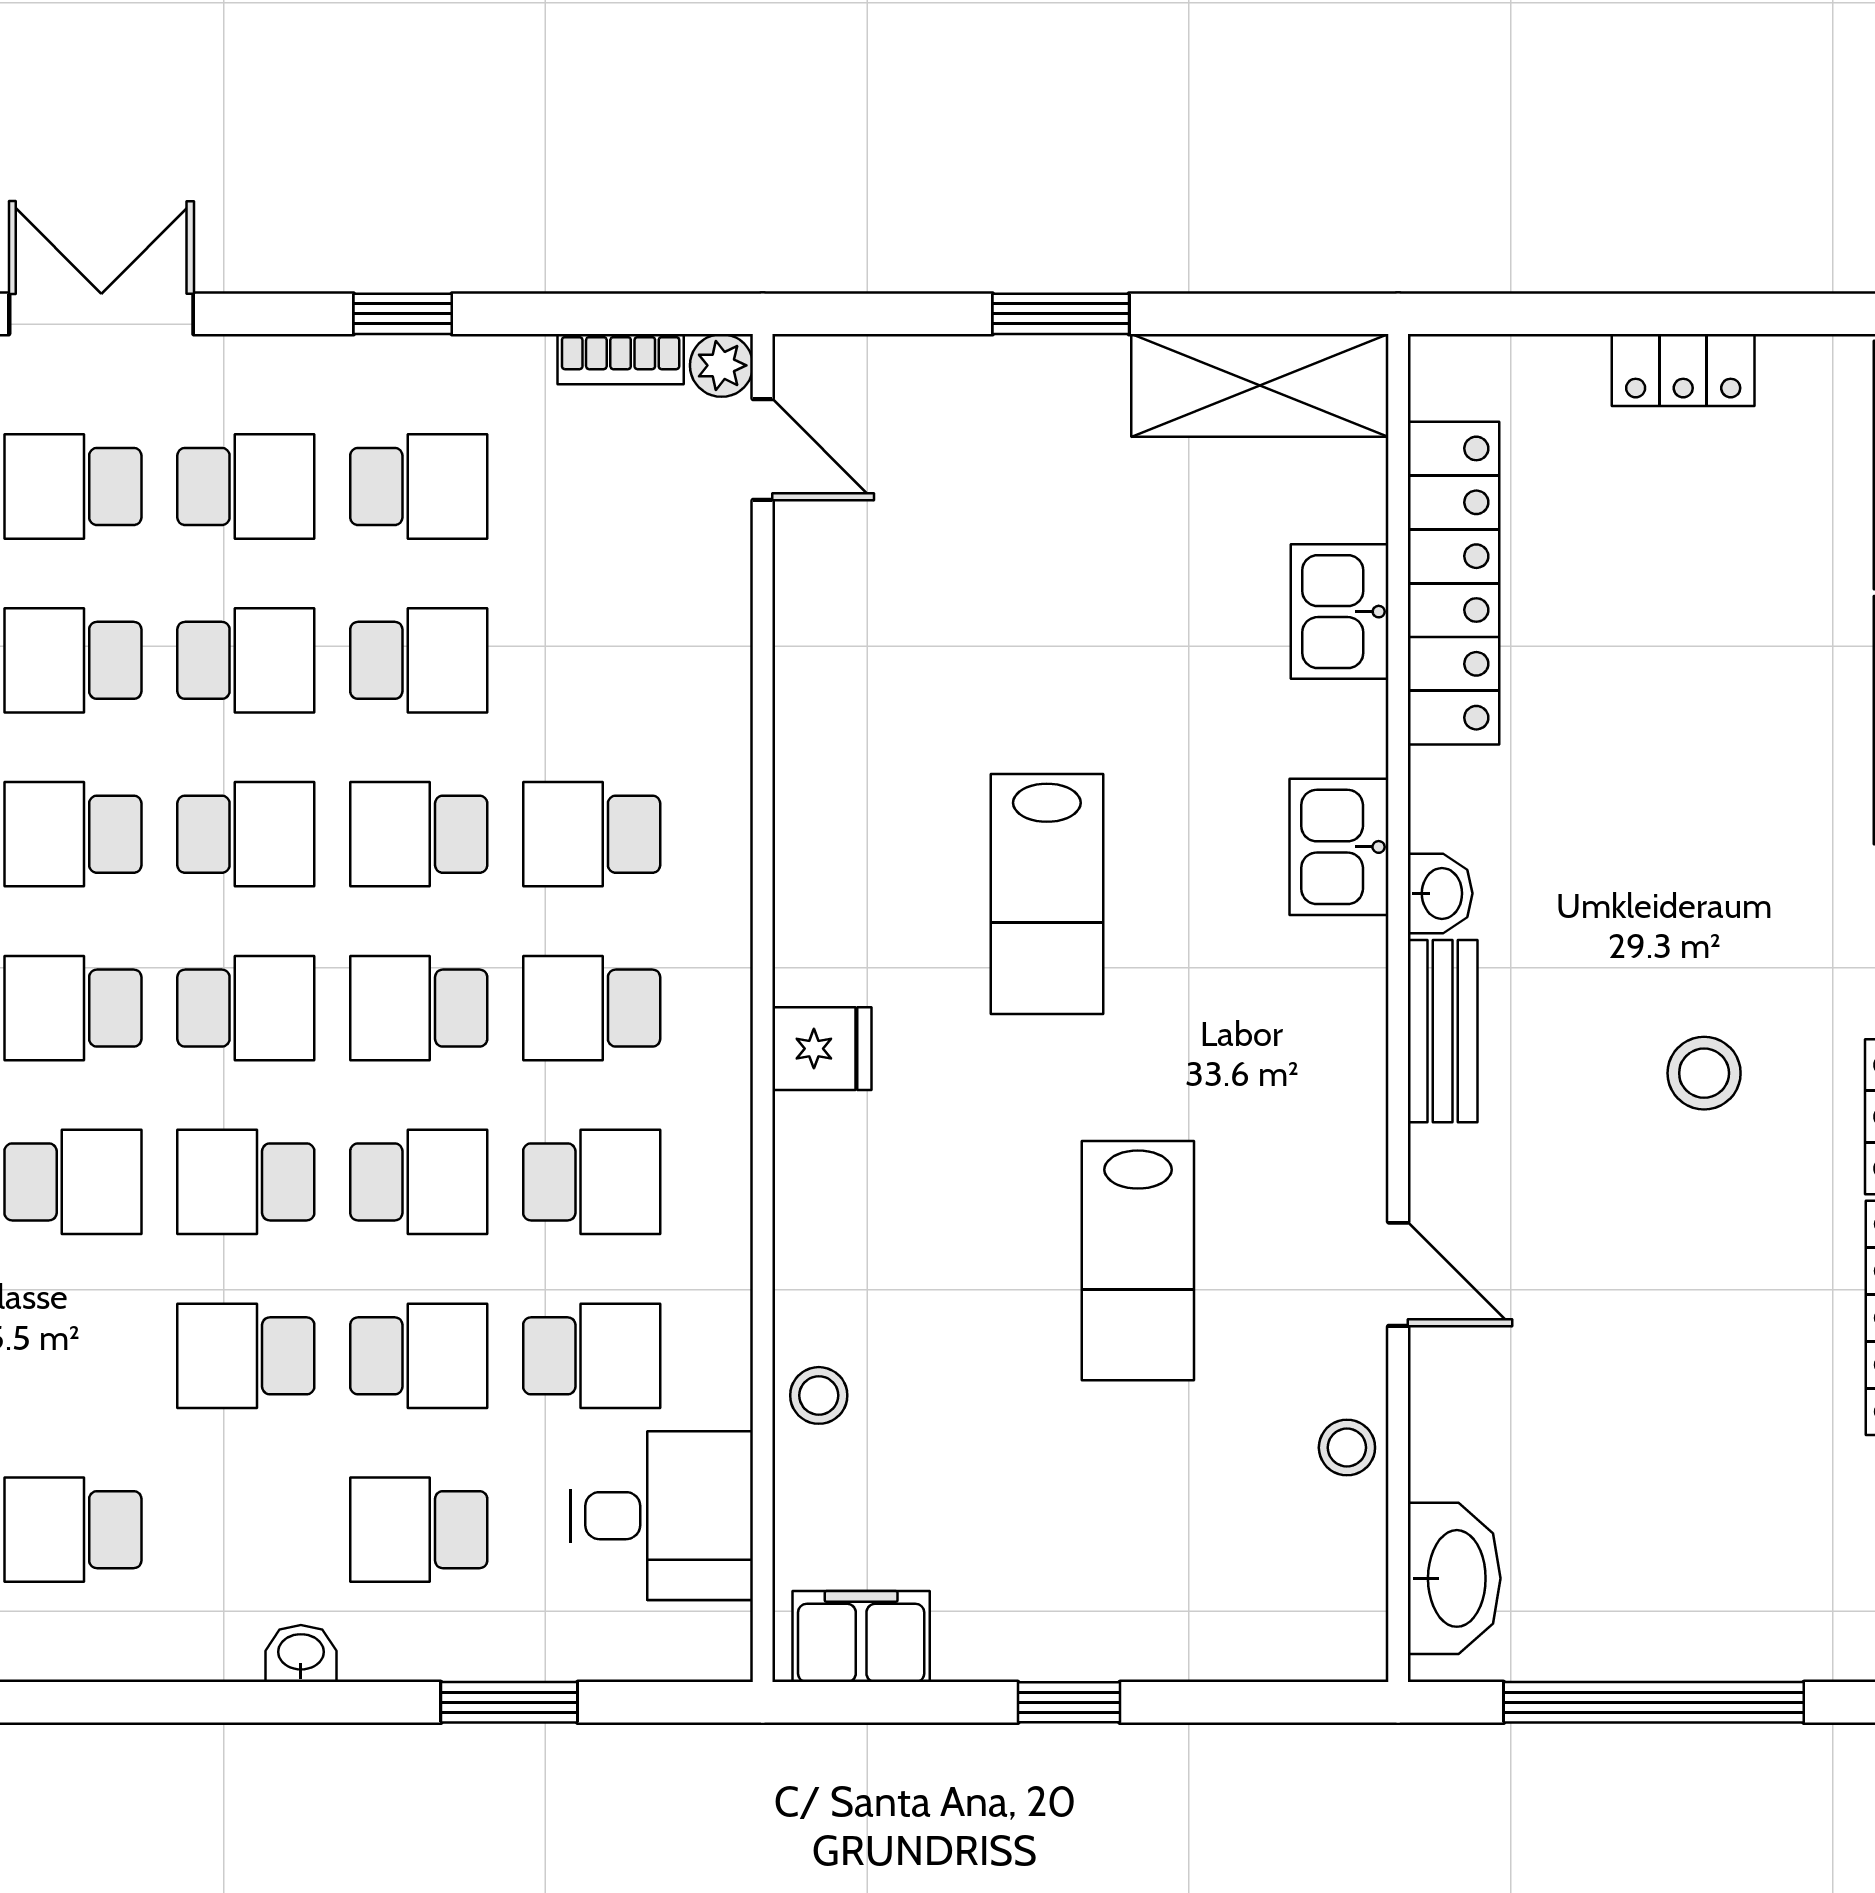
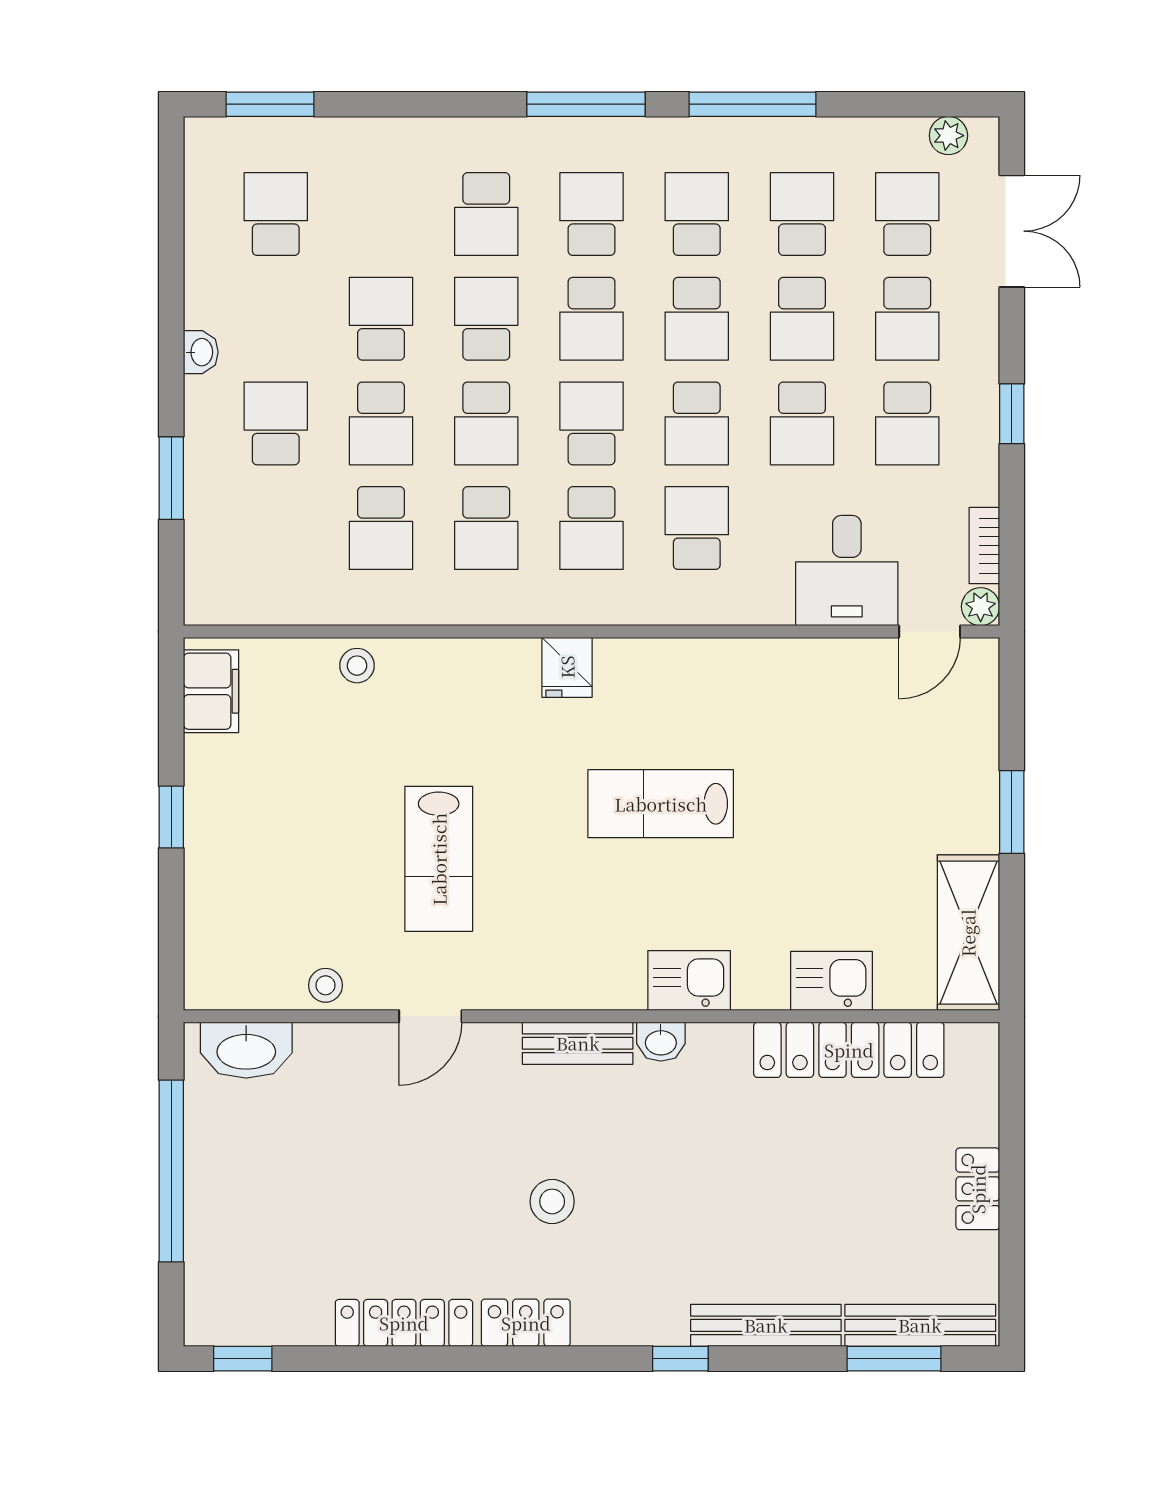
school desk: (419, 834) -> (697, 423), turned 180
school desk: (592, 1008) -> (592, 528), turned 180
lab bench: (1138, 1261) -> (439, 859), turned -90
desk: (662, 1516) -> (847, 571), moved

